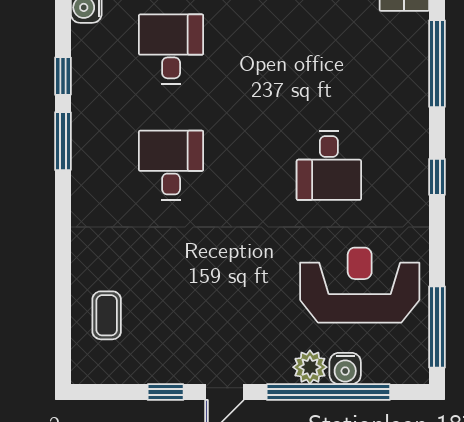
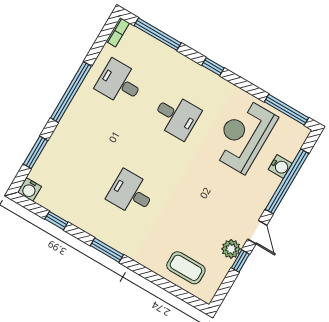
desk: (171, 49) -> (120, 83), moved
window: (63, 141) -> (107, 250), moved
coffee table: (107, 315) -> (186, 268), width x1.36, depth x1.30
plant: (310, 367) -> (231, 249), moved

